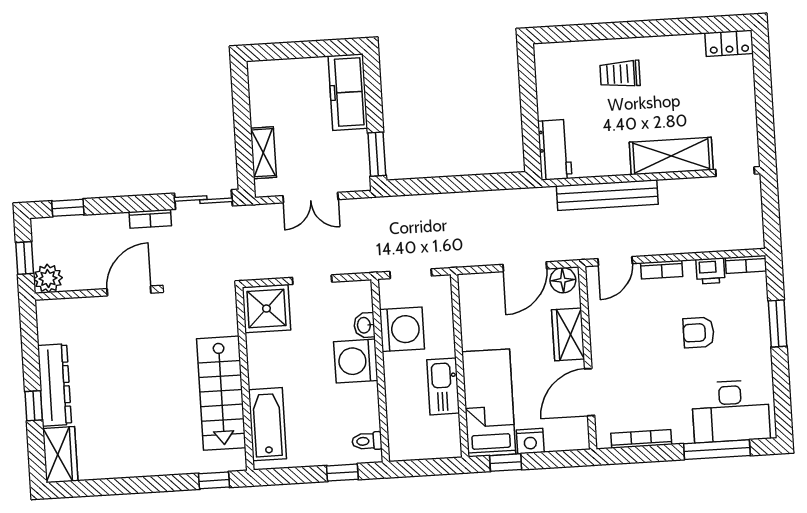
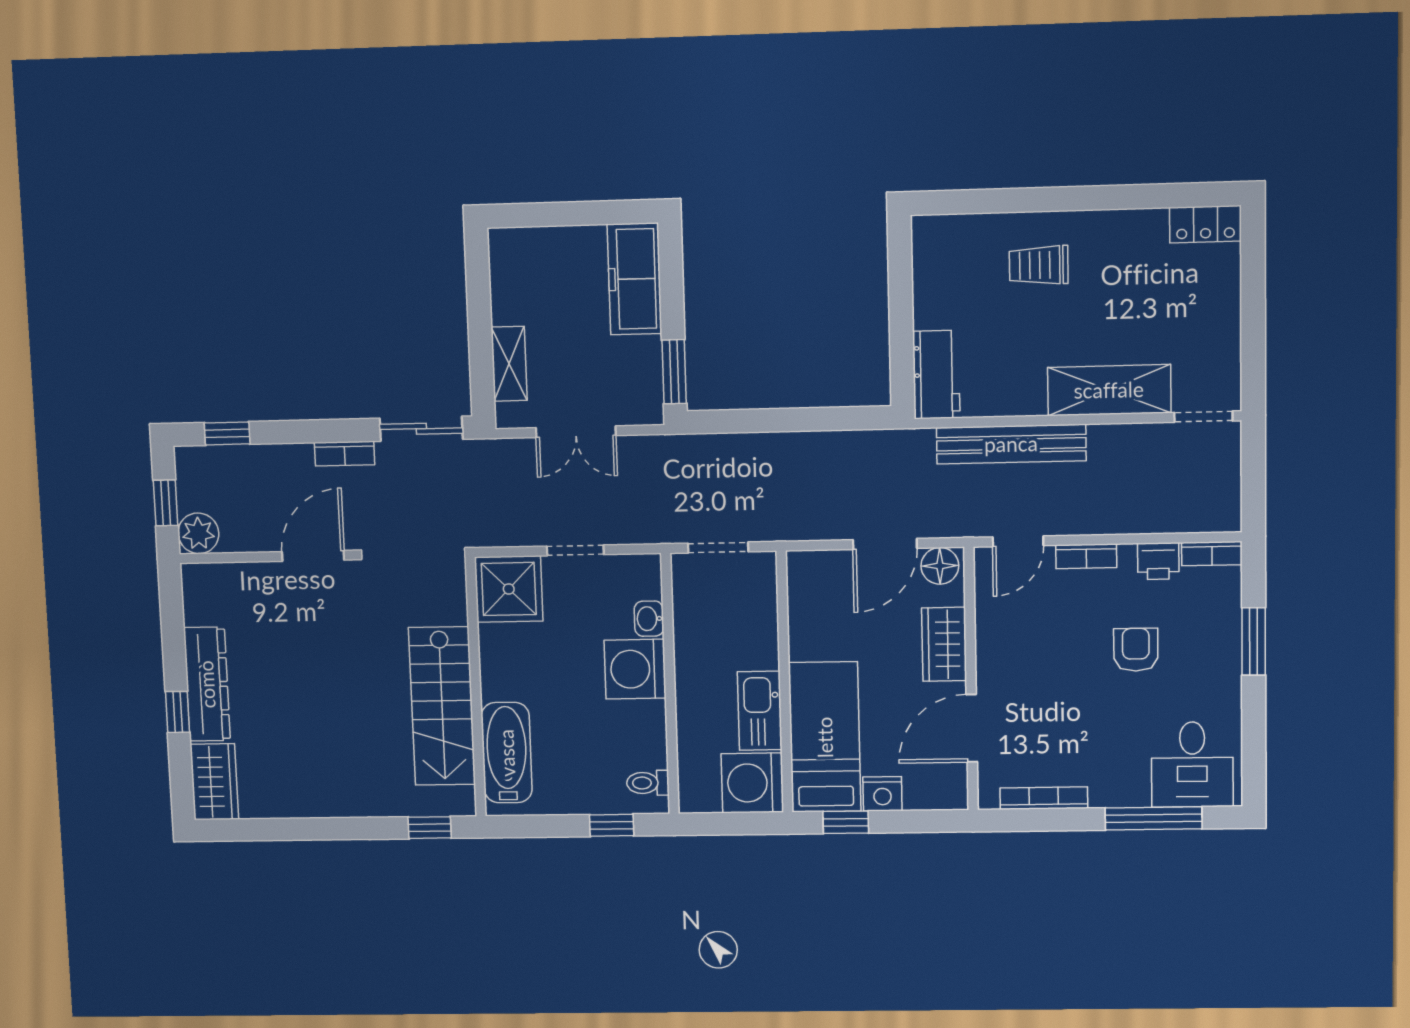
washing machine: (402, 329) -> (752, 783), moved, turned 180
armchair: (698, 333) -> (1136, 650), turned 90
desk: (731, 411) -> (1192, 764), width x0.73

